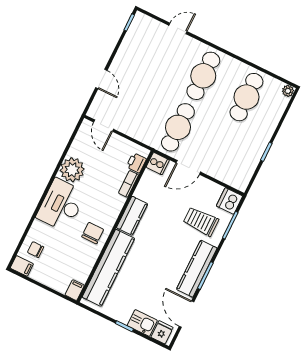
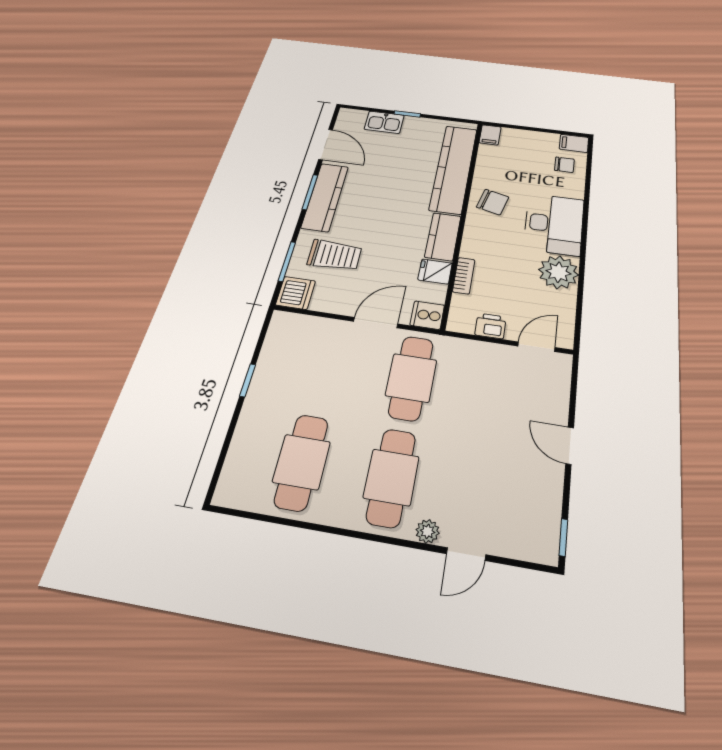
door: (101, 79) -> (570, 446), moved
plant: (288, 91) -> (428, 531), moved
door: (104, 126) -> (536, 347), hinge flipped
printer: (136, 163) -> (490, 326), moved, turned -90
chair: (93, 233) -> (493, 202), turned -76
fridge: (162, 332) -> (435, 271), moved, turned 90

